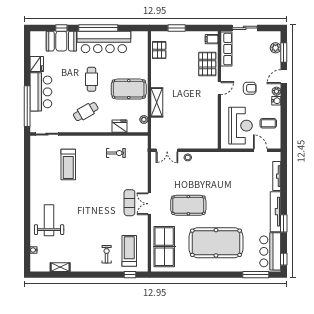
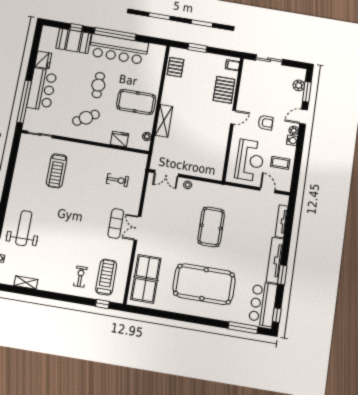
row of seats: (226, 49) -> (247, 78), removed
exercise bike: (116, 153) -> (117, 180), moved
pool table: (188, 205) -> (211, 227), moved, turned 90

